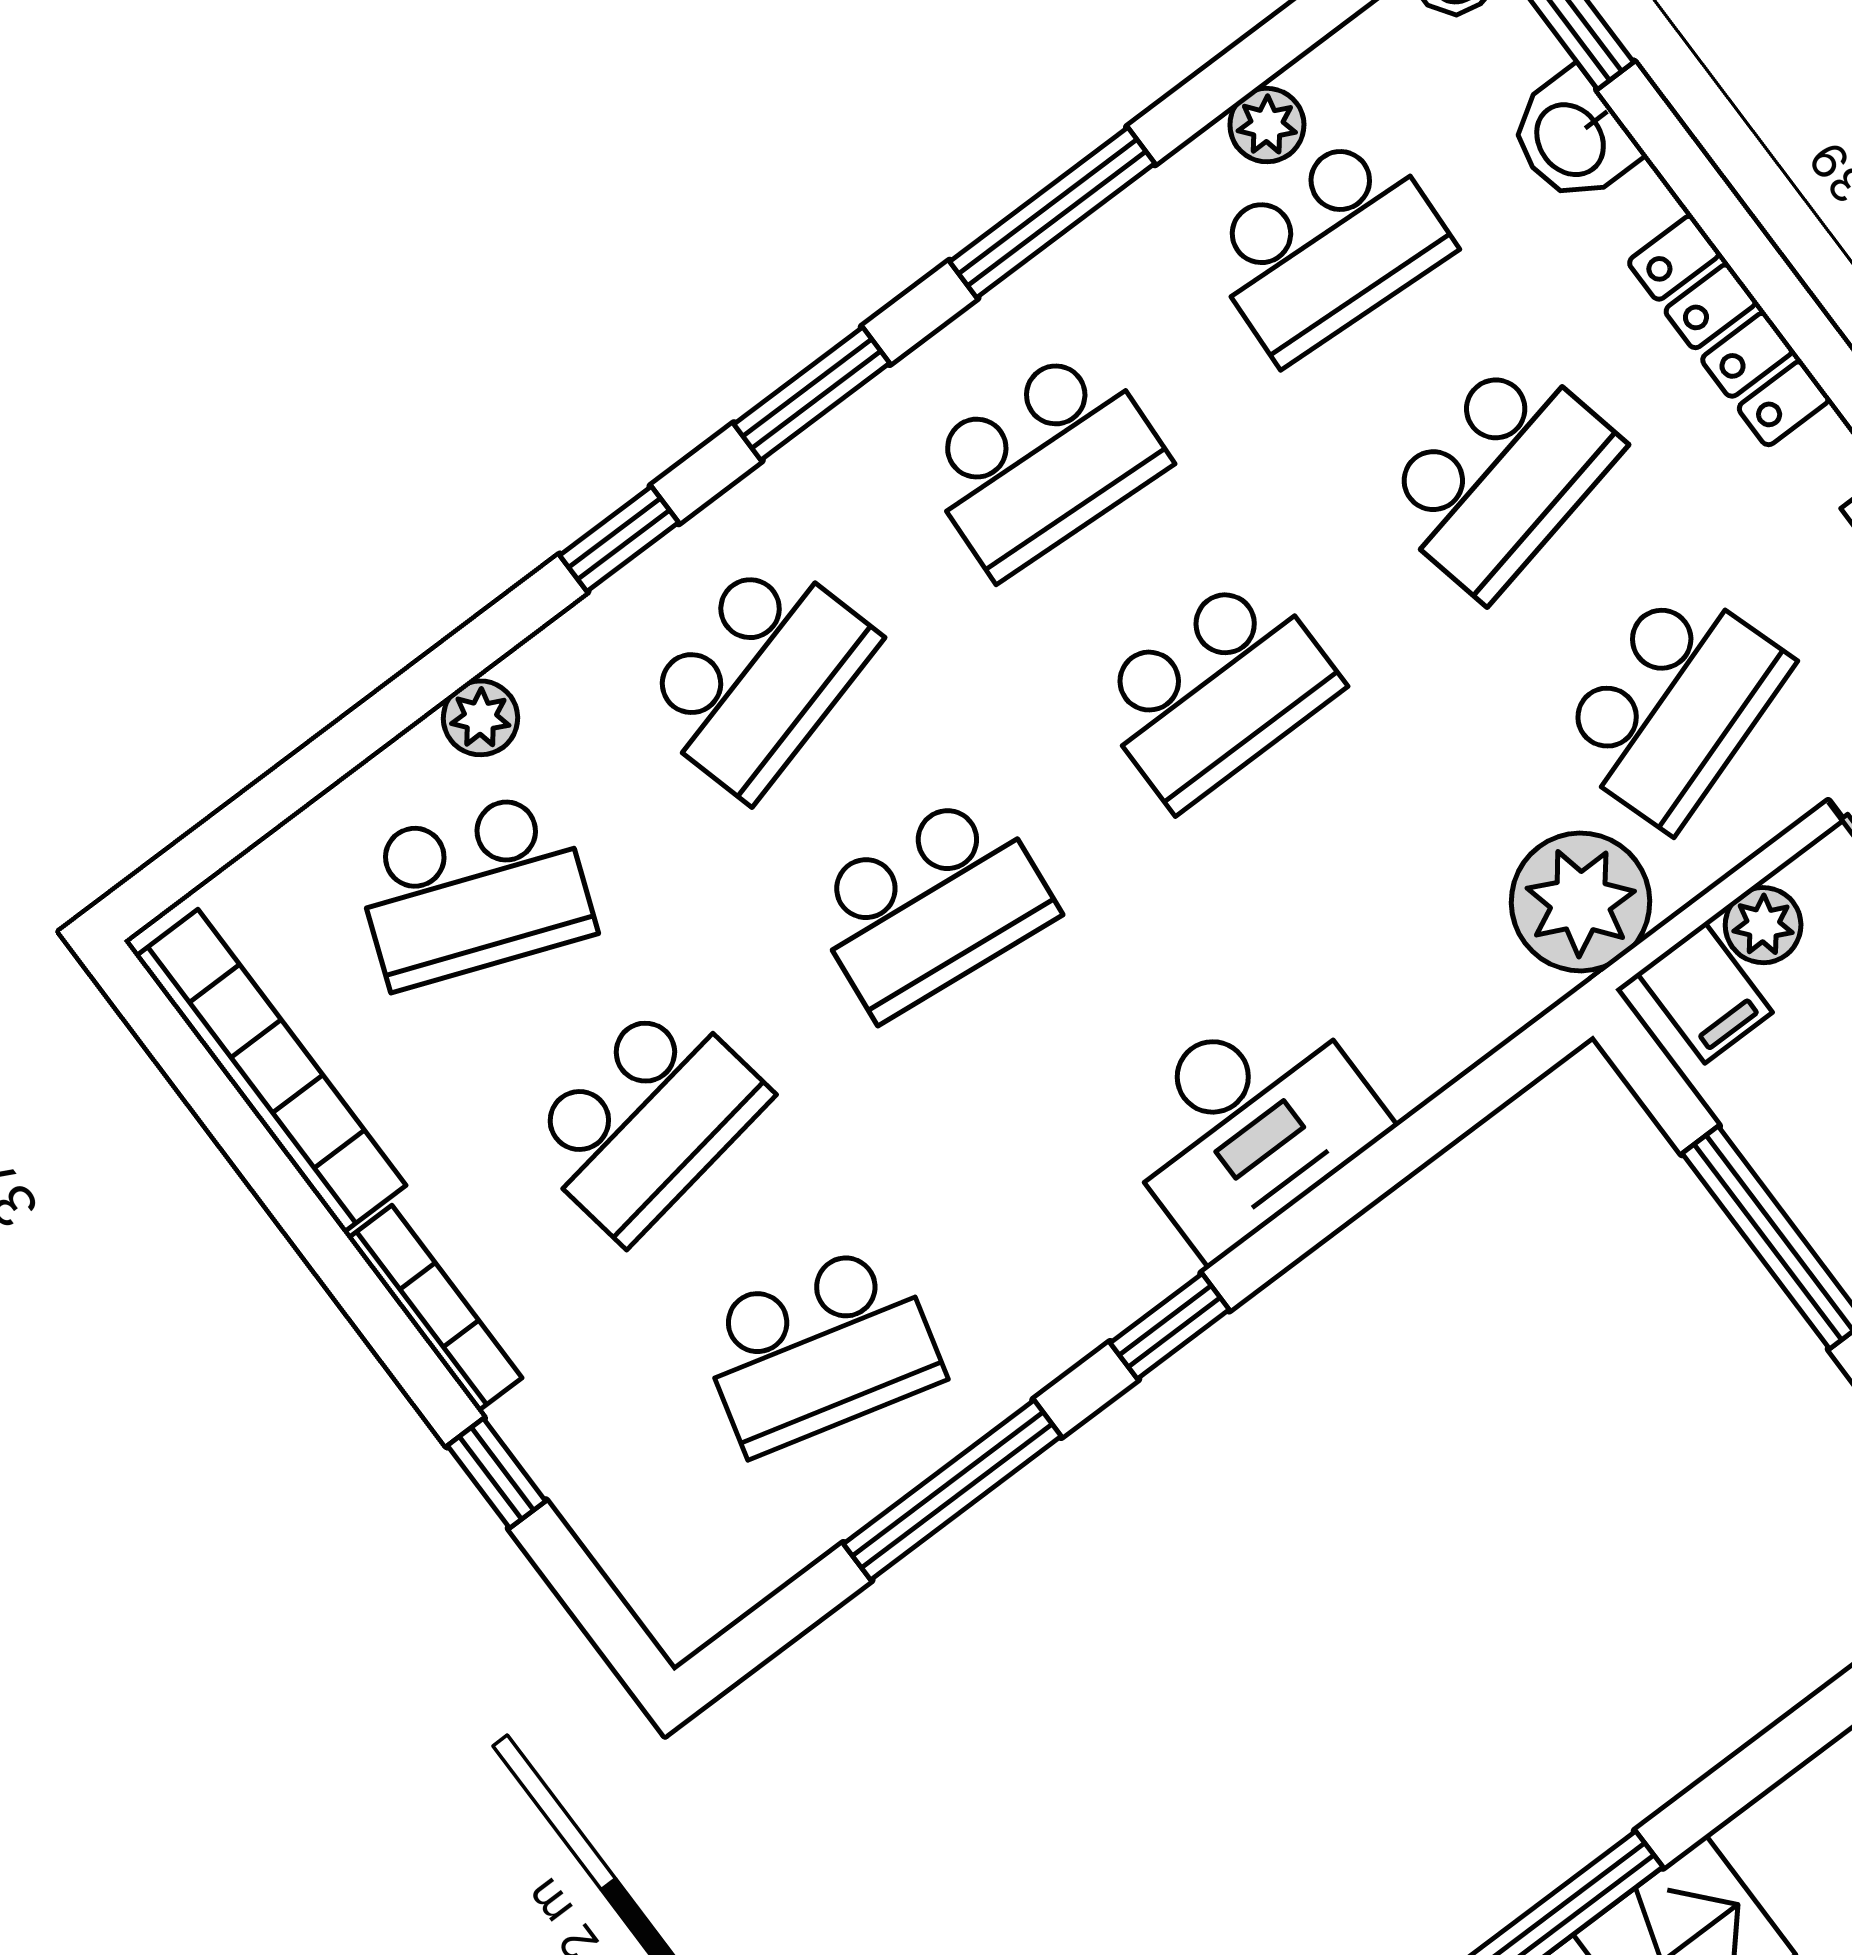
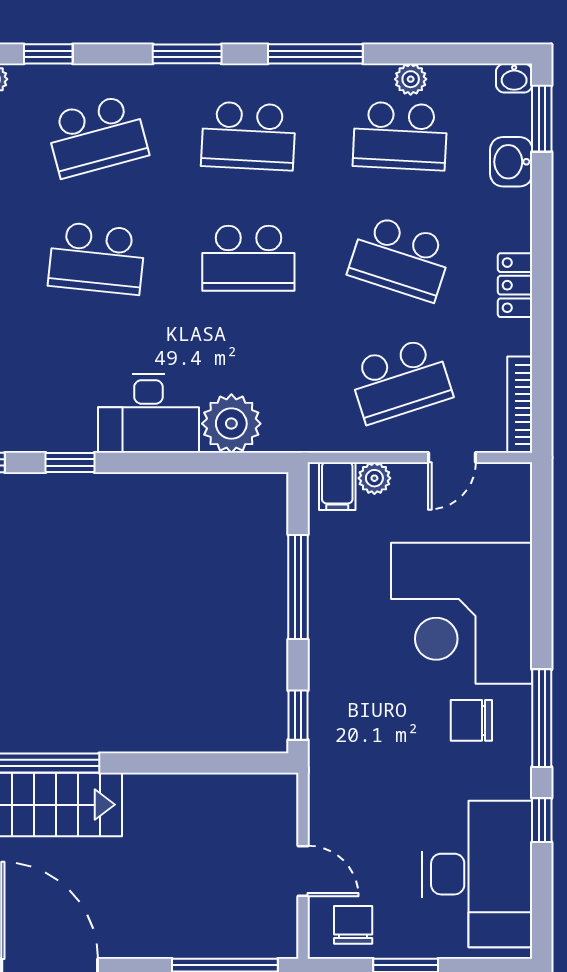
locker: (1729, 331) -> (515, 285), width x0.66
school desk: (1500, 476) -> (400, 258), turned 30
window: (619, 539) -> (48, 54), moved
plant: (1580, 902) -> (231, 424), moved

